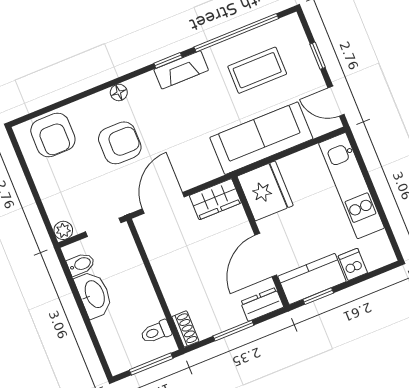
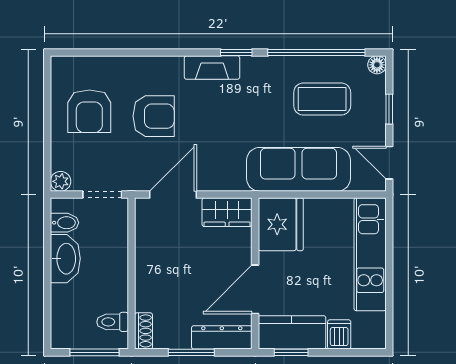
fireplace: (181, 70) -> (212, 67), moved
floor lamp: (119, 93) -> (377, 65), moved
armchair: (53, 135) -> (89, 111), moved
dresser: (262, 304) -> (222, 337), width x1.44

